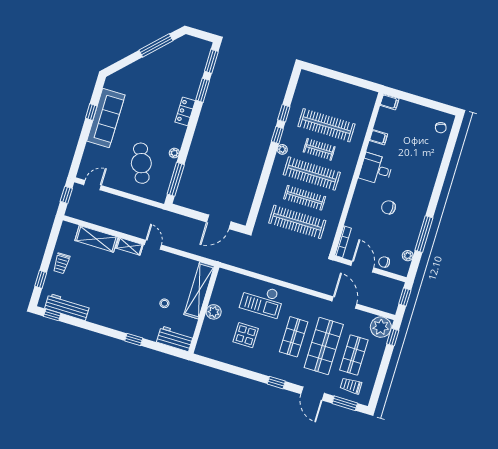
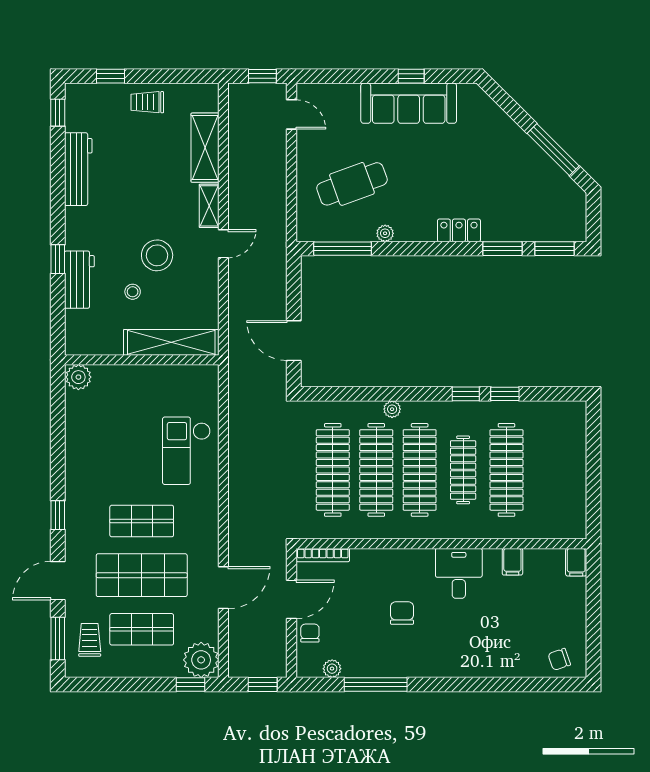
plant: (282, 149) -> (392, 409), moved
clothes rail: (319, 149) -> (463, 470), width x1.36
clothes rail: (305, 198) -> (376, 470), width x1.37, depth x1.31
stool: (148, 284) -> (157, 255), added
workbench: (67, 307) -> (78, 169), moved
plant: (214, 312) -> (78, 377), moved
display table: (246, 335) -> (121, 441), removed
workbench: (175, 339) -> (79, 280), moved

